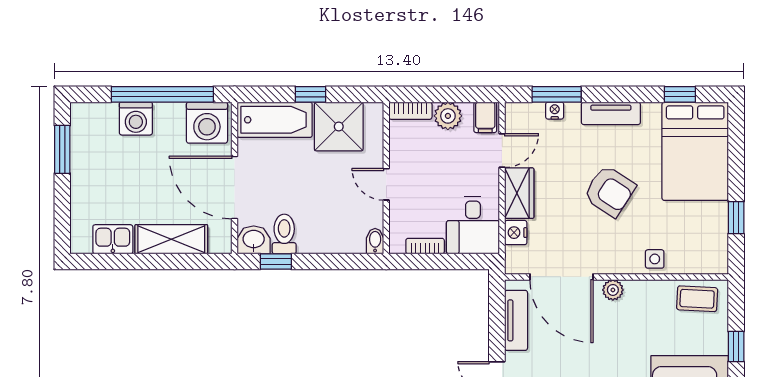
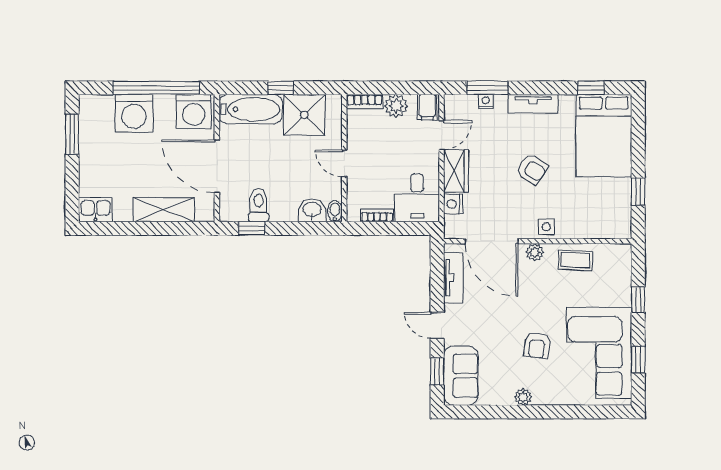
washing machine: (136, 119) -> (134, 113), width x1.37, depth x1.37
armchair: (610, 191) -> (532, 169), width x0.72, depth x0.72
kitchen sink: (113, 239) -> (95, 210), moved
washbasin: (254, 240) -> (312, 210), moved
side table: (655, 259) -> (546, 227), moved
coffee table: (697, 299) -> (575, 260), moved

